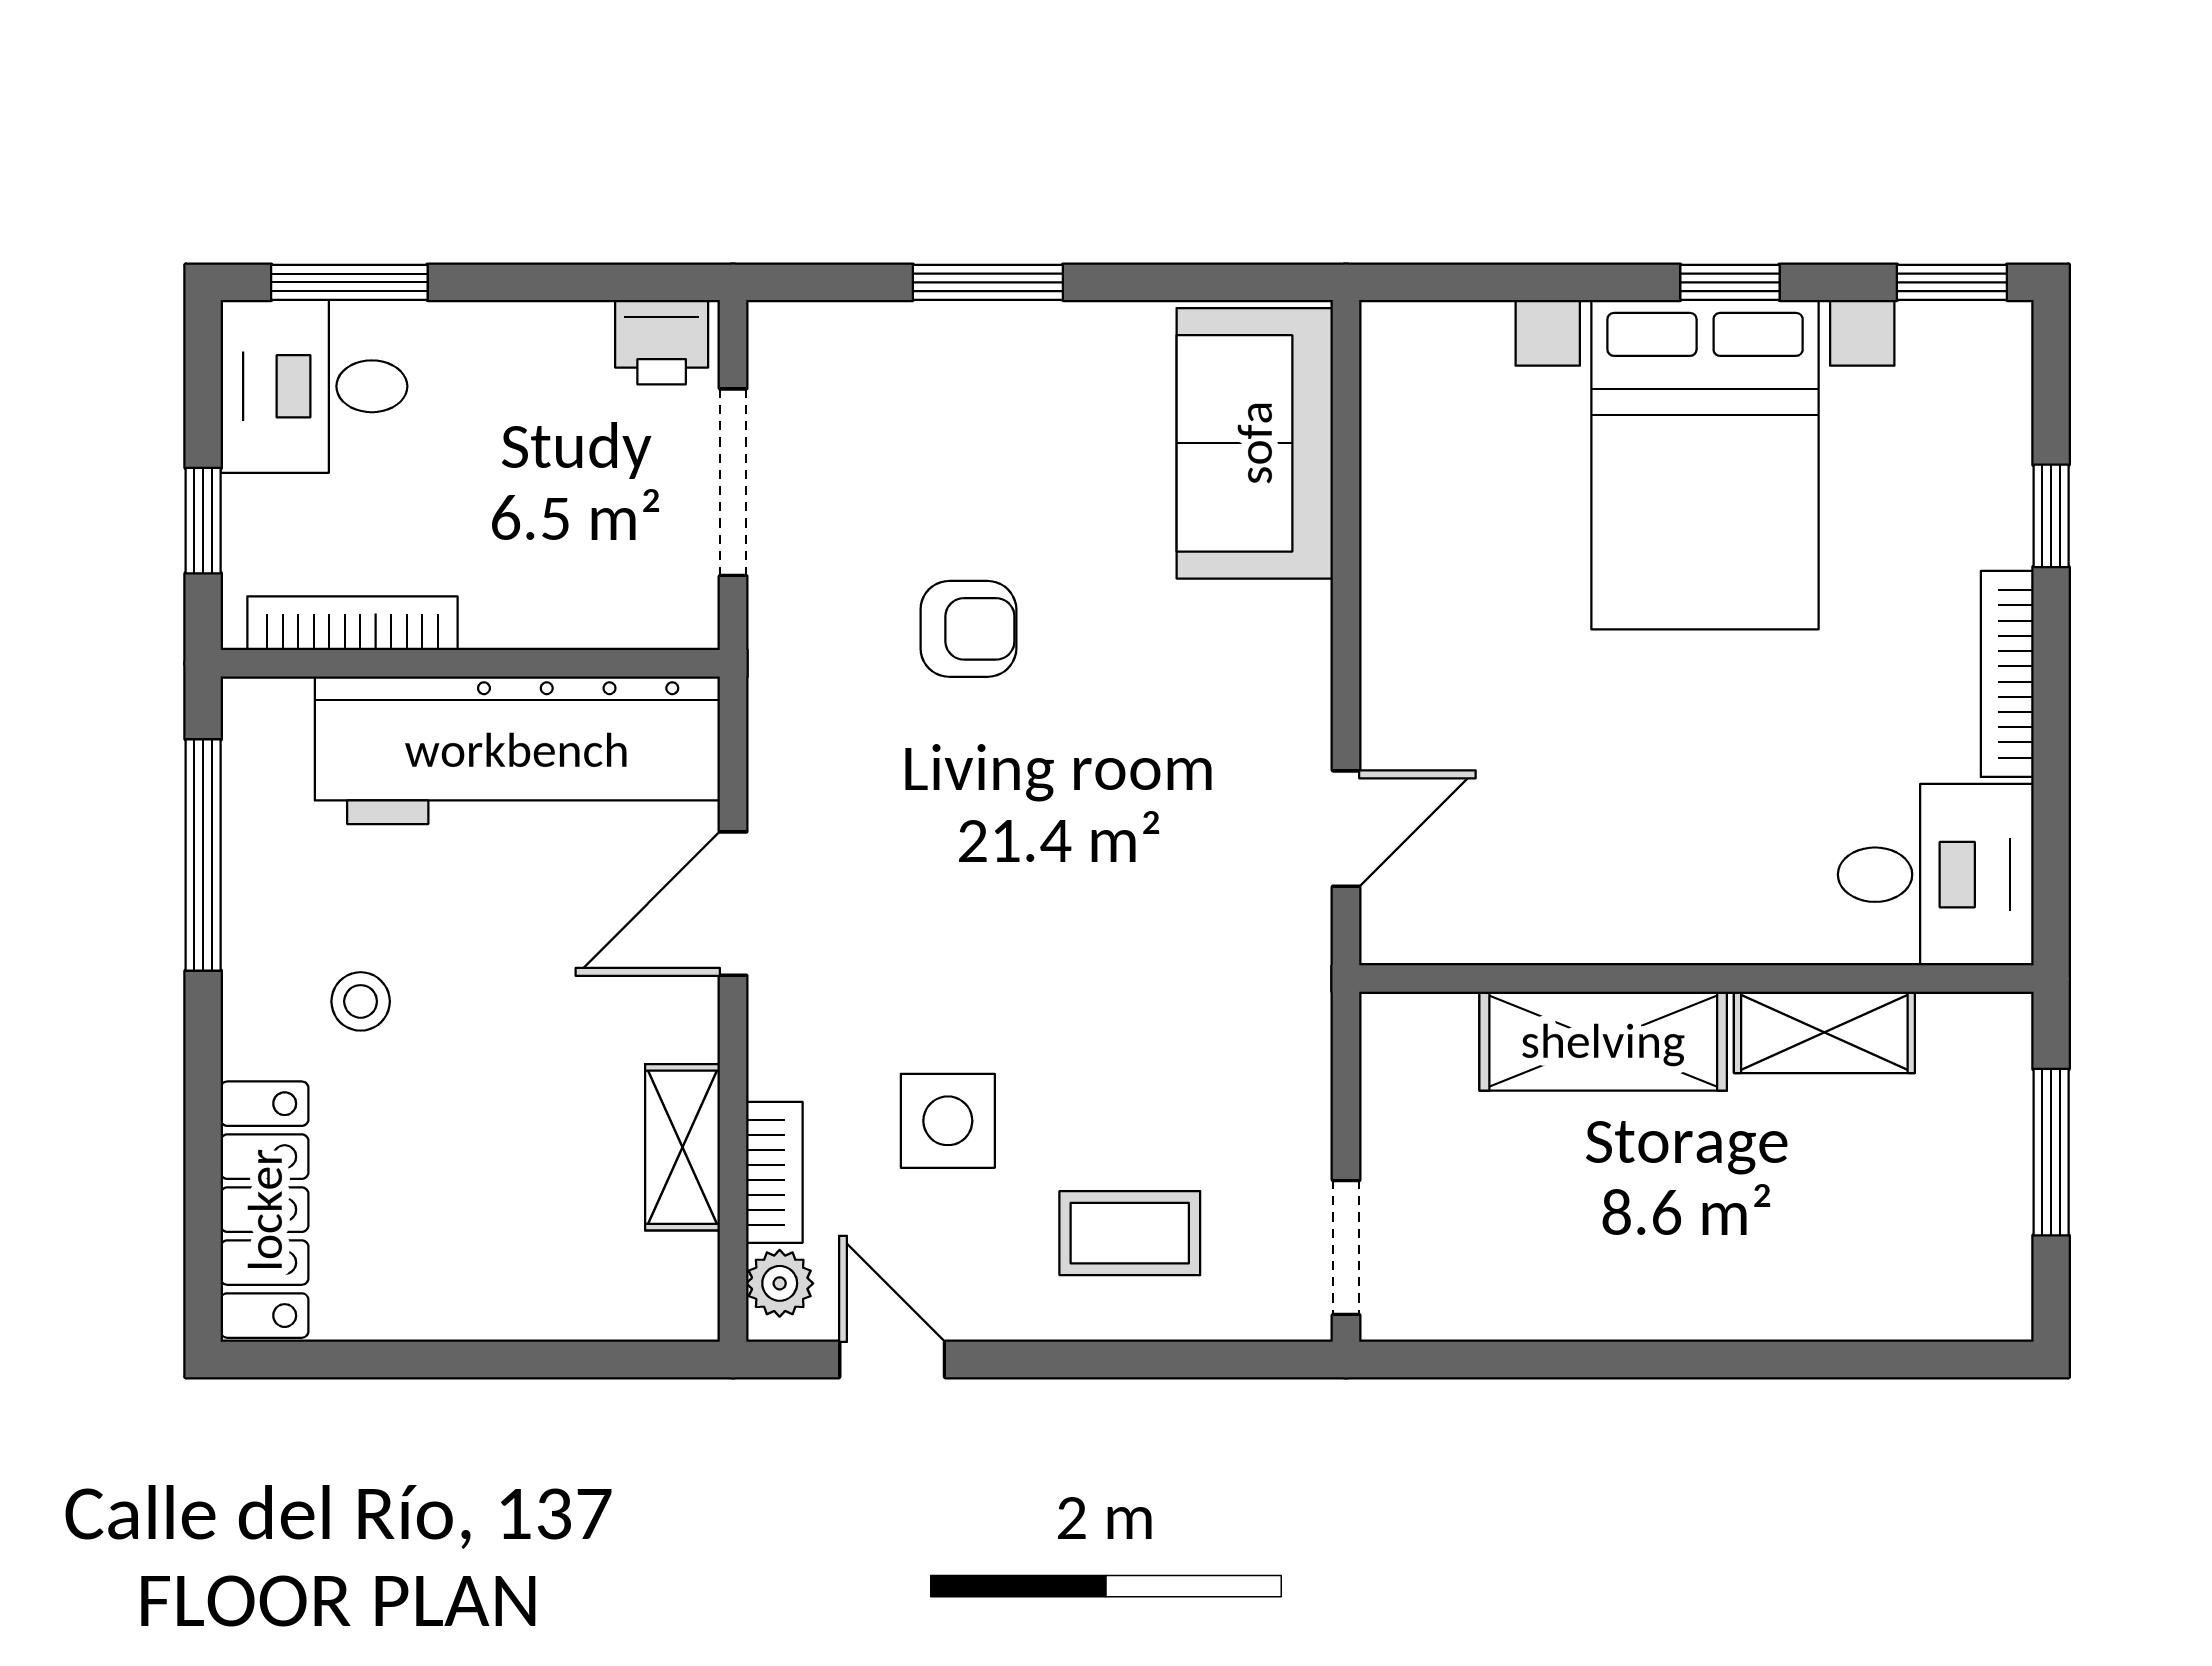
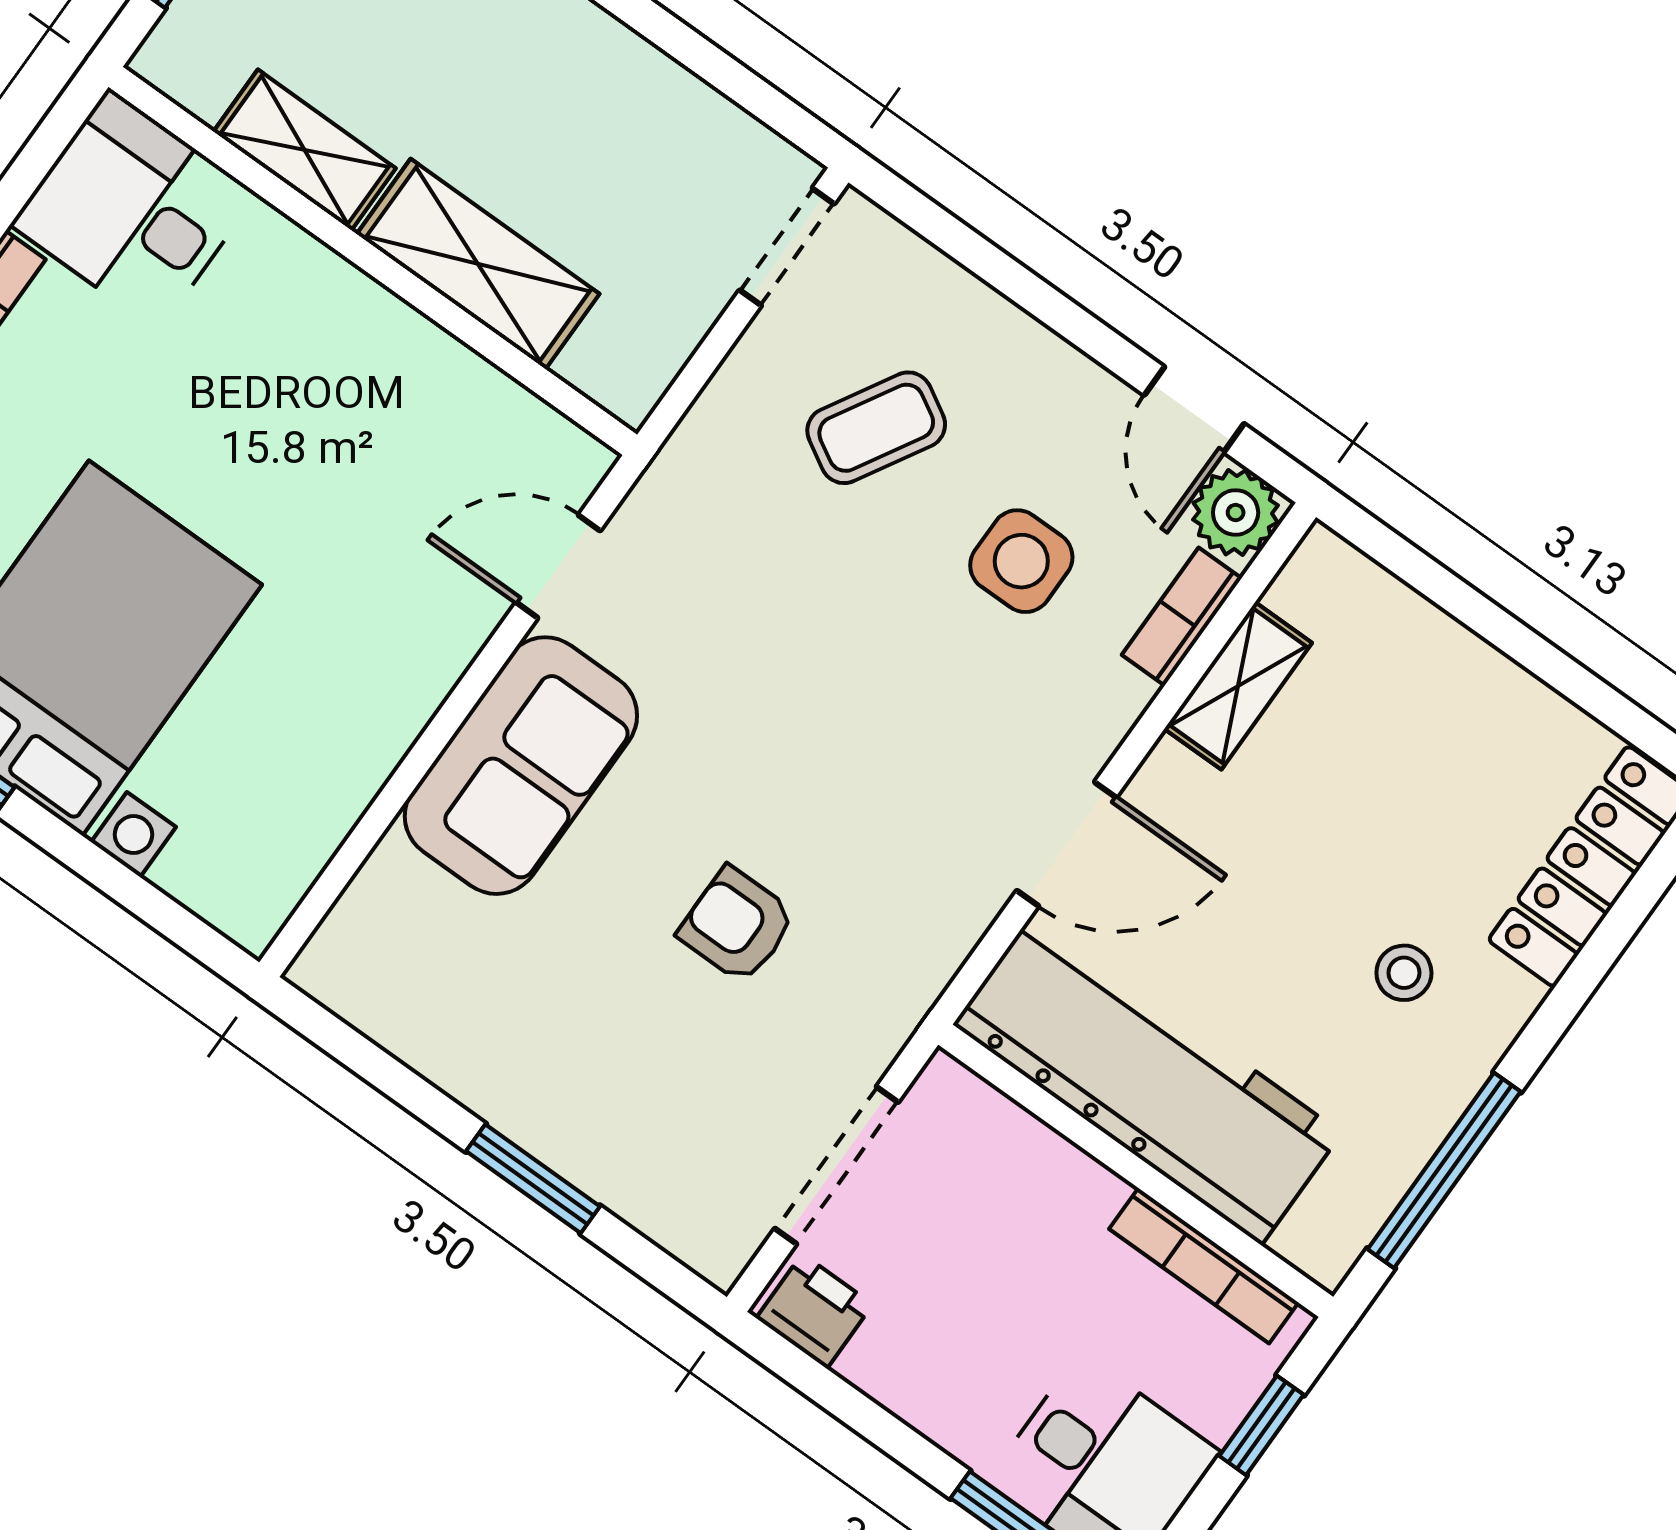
sofa: (1255, 443) -> (521, 766), moved
coffee table: (1130, 1233) -> (876, 428), moved, turned -60
plant: (780, 1283) -> (1236, 513), width x1.38, depth x1.38

